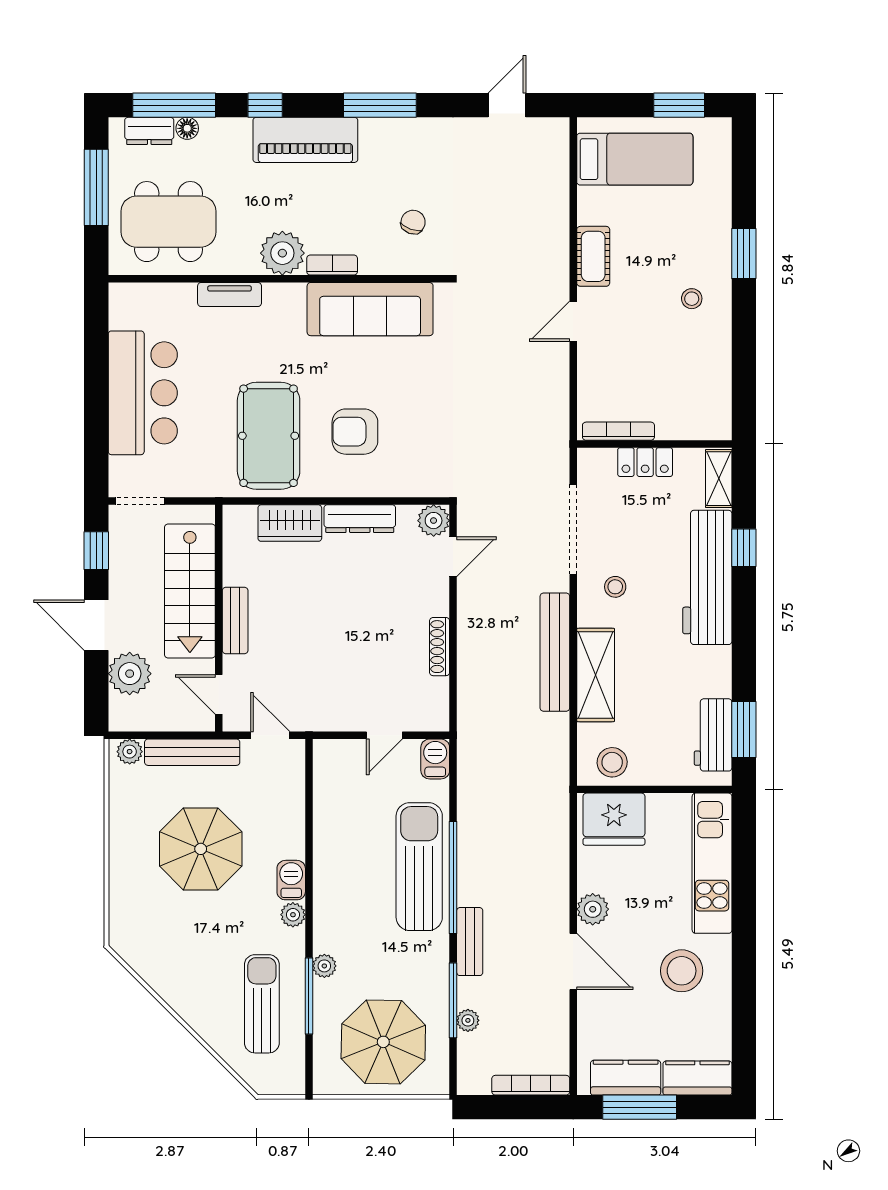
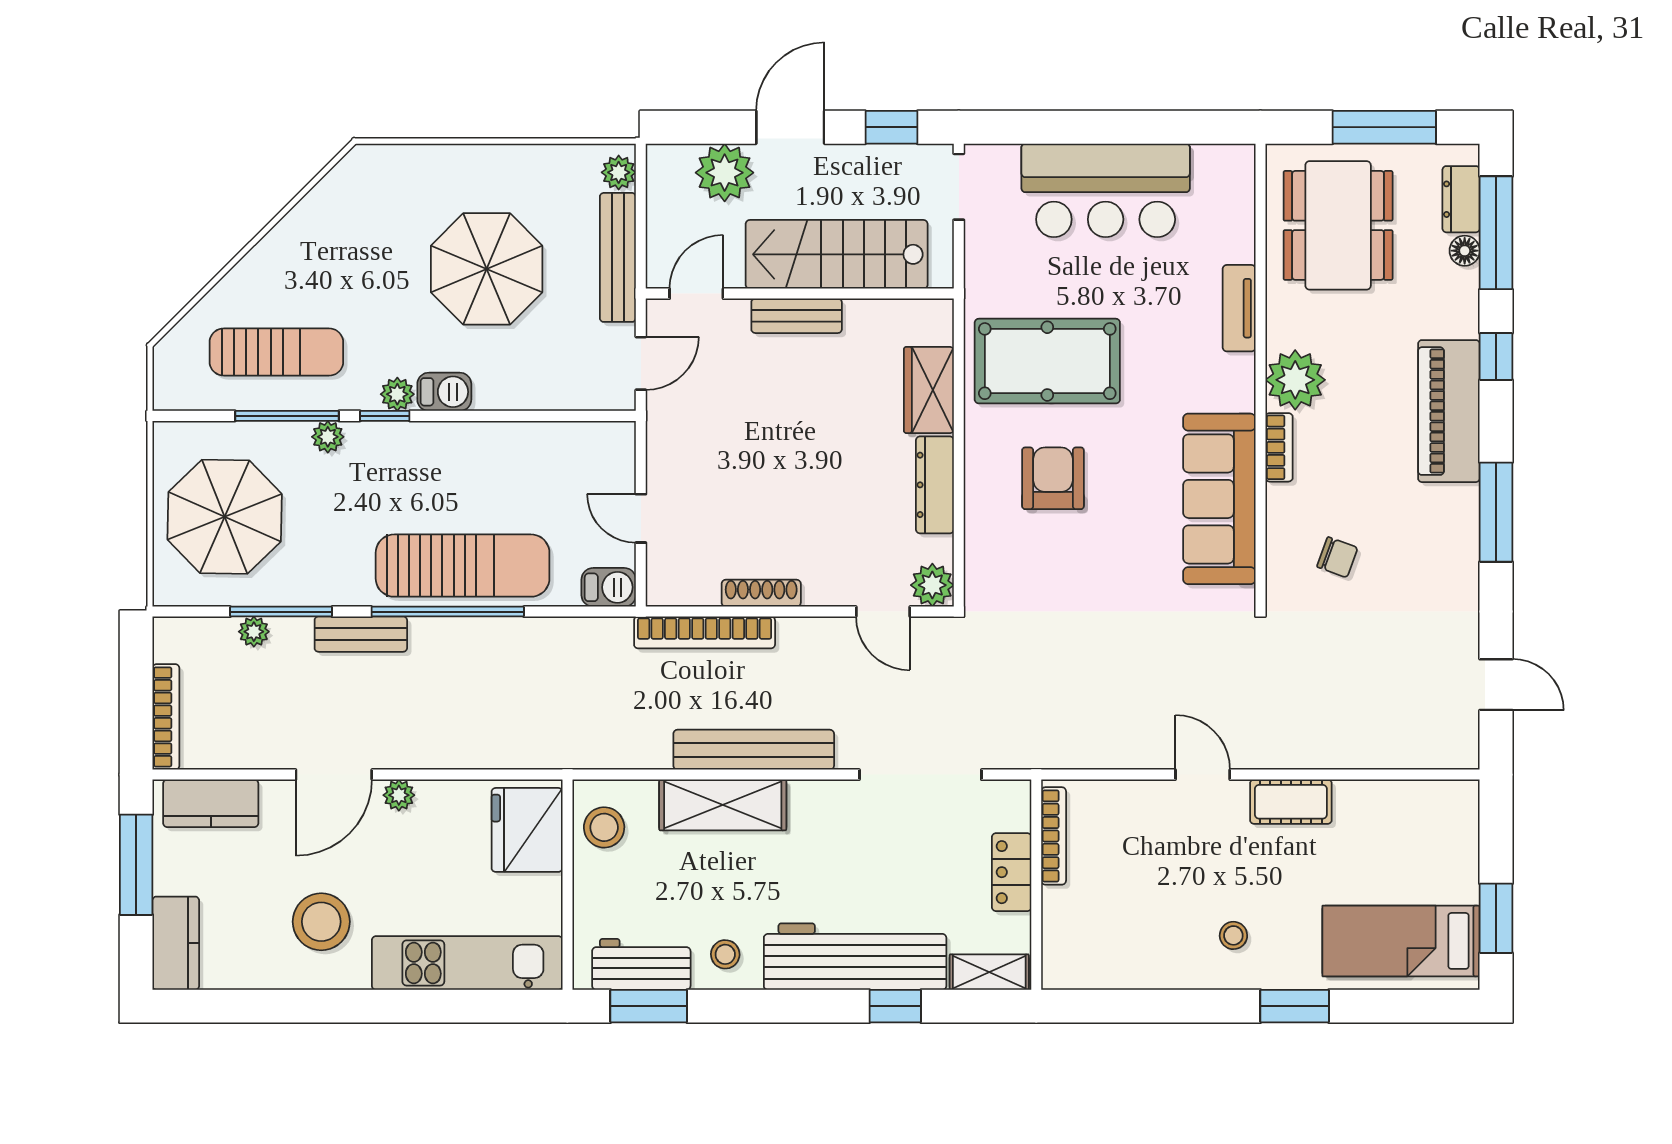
bed: (635, 159) -> (1401, 941), moved, turned 90
stool: (615, 587) -> (725, 954), moved
bookcase: (468, 688) -> (705, 632), added
plant: (593, 909) -> (399, 795), width x0.73, depth x0.73
window: (309, 924) -> (385, 416), added
kitchen counter: (626, 1078) -> (211, 803), moved, turned 90

